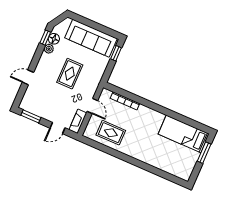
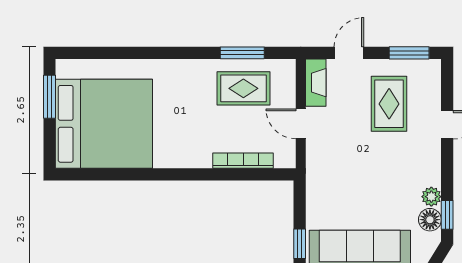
rug: (70, 74) -> (389, 104), moved
bed: (184, 134) -> (104, 124), width x2.04
window: (105, 149) -> (242, 53), added
window: (204, 153) -> (50, 97), moved

